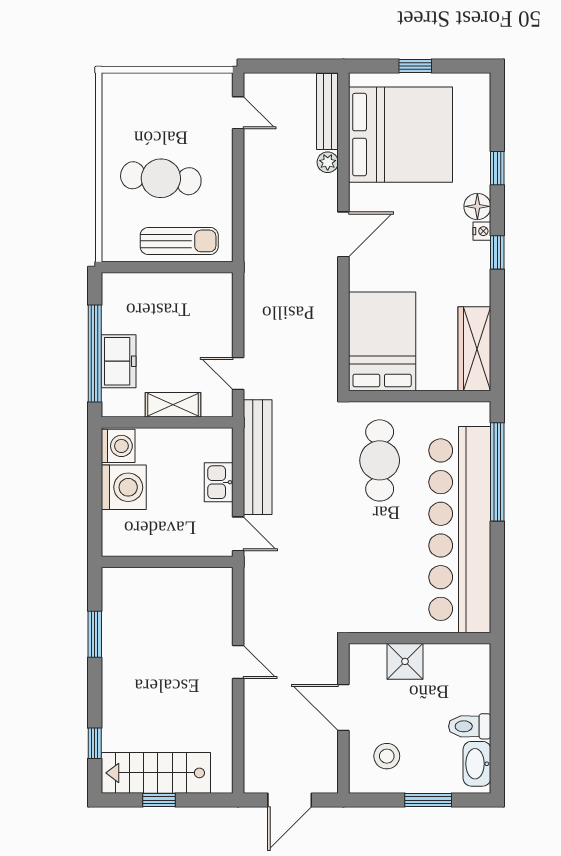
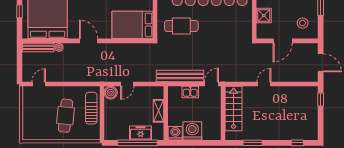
boiler: (217, 288) -> (111, 93), added
door: (238, 373) -> (127, 84), moved
stairs: (156, 773) -> (234, 109), moved, turned 180
window: (159, 800) -> (321, 100), moved

